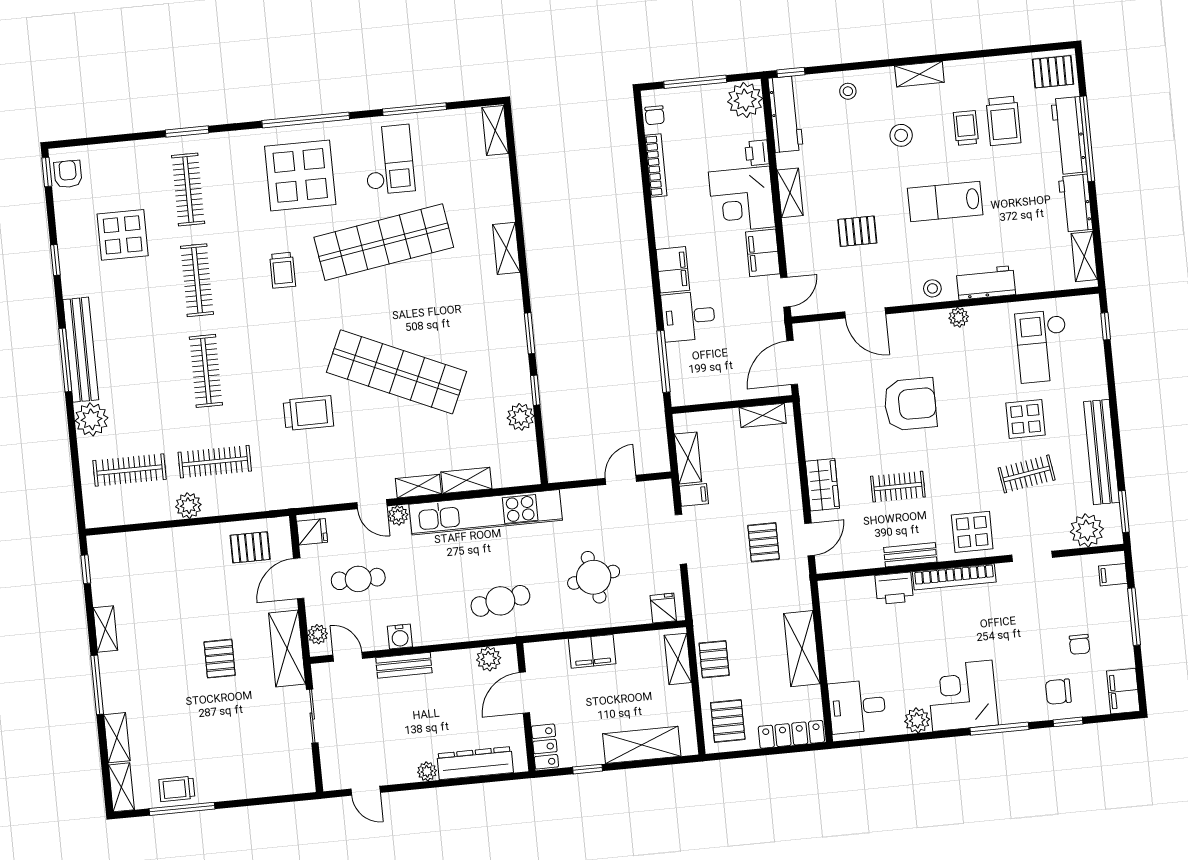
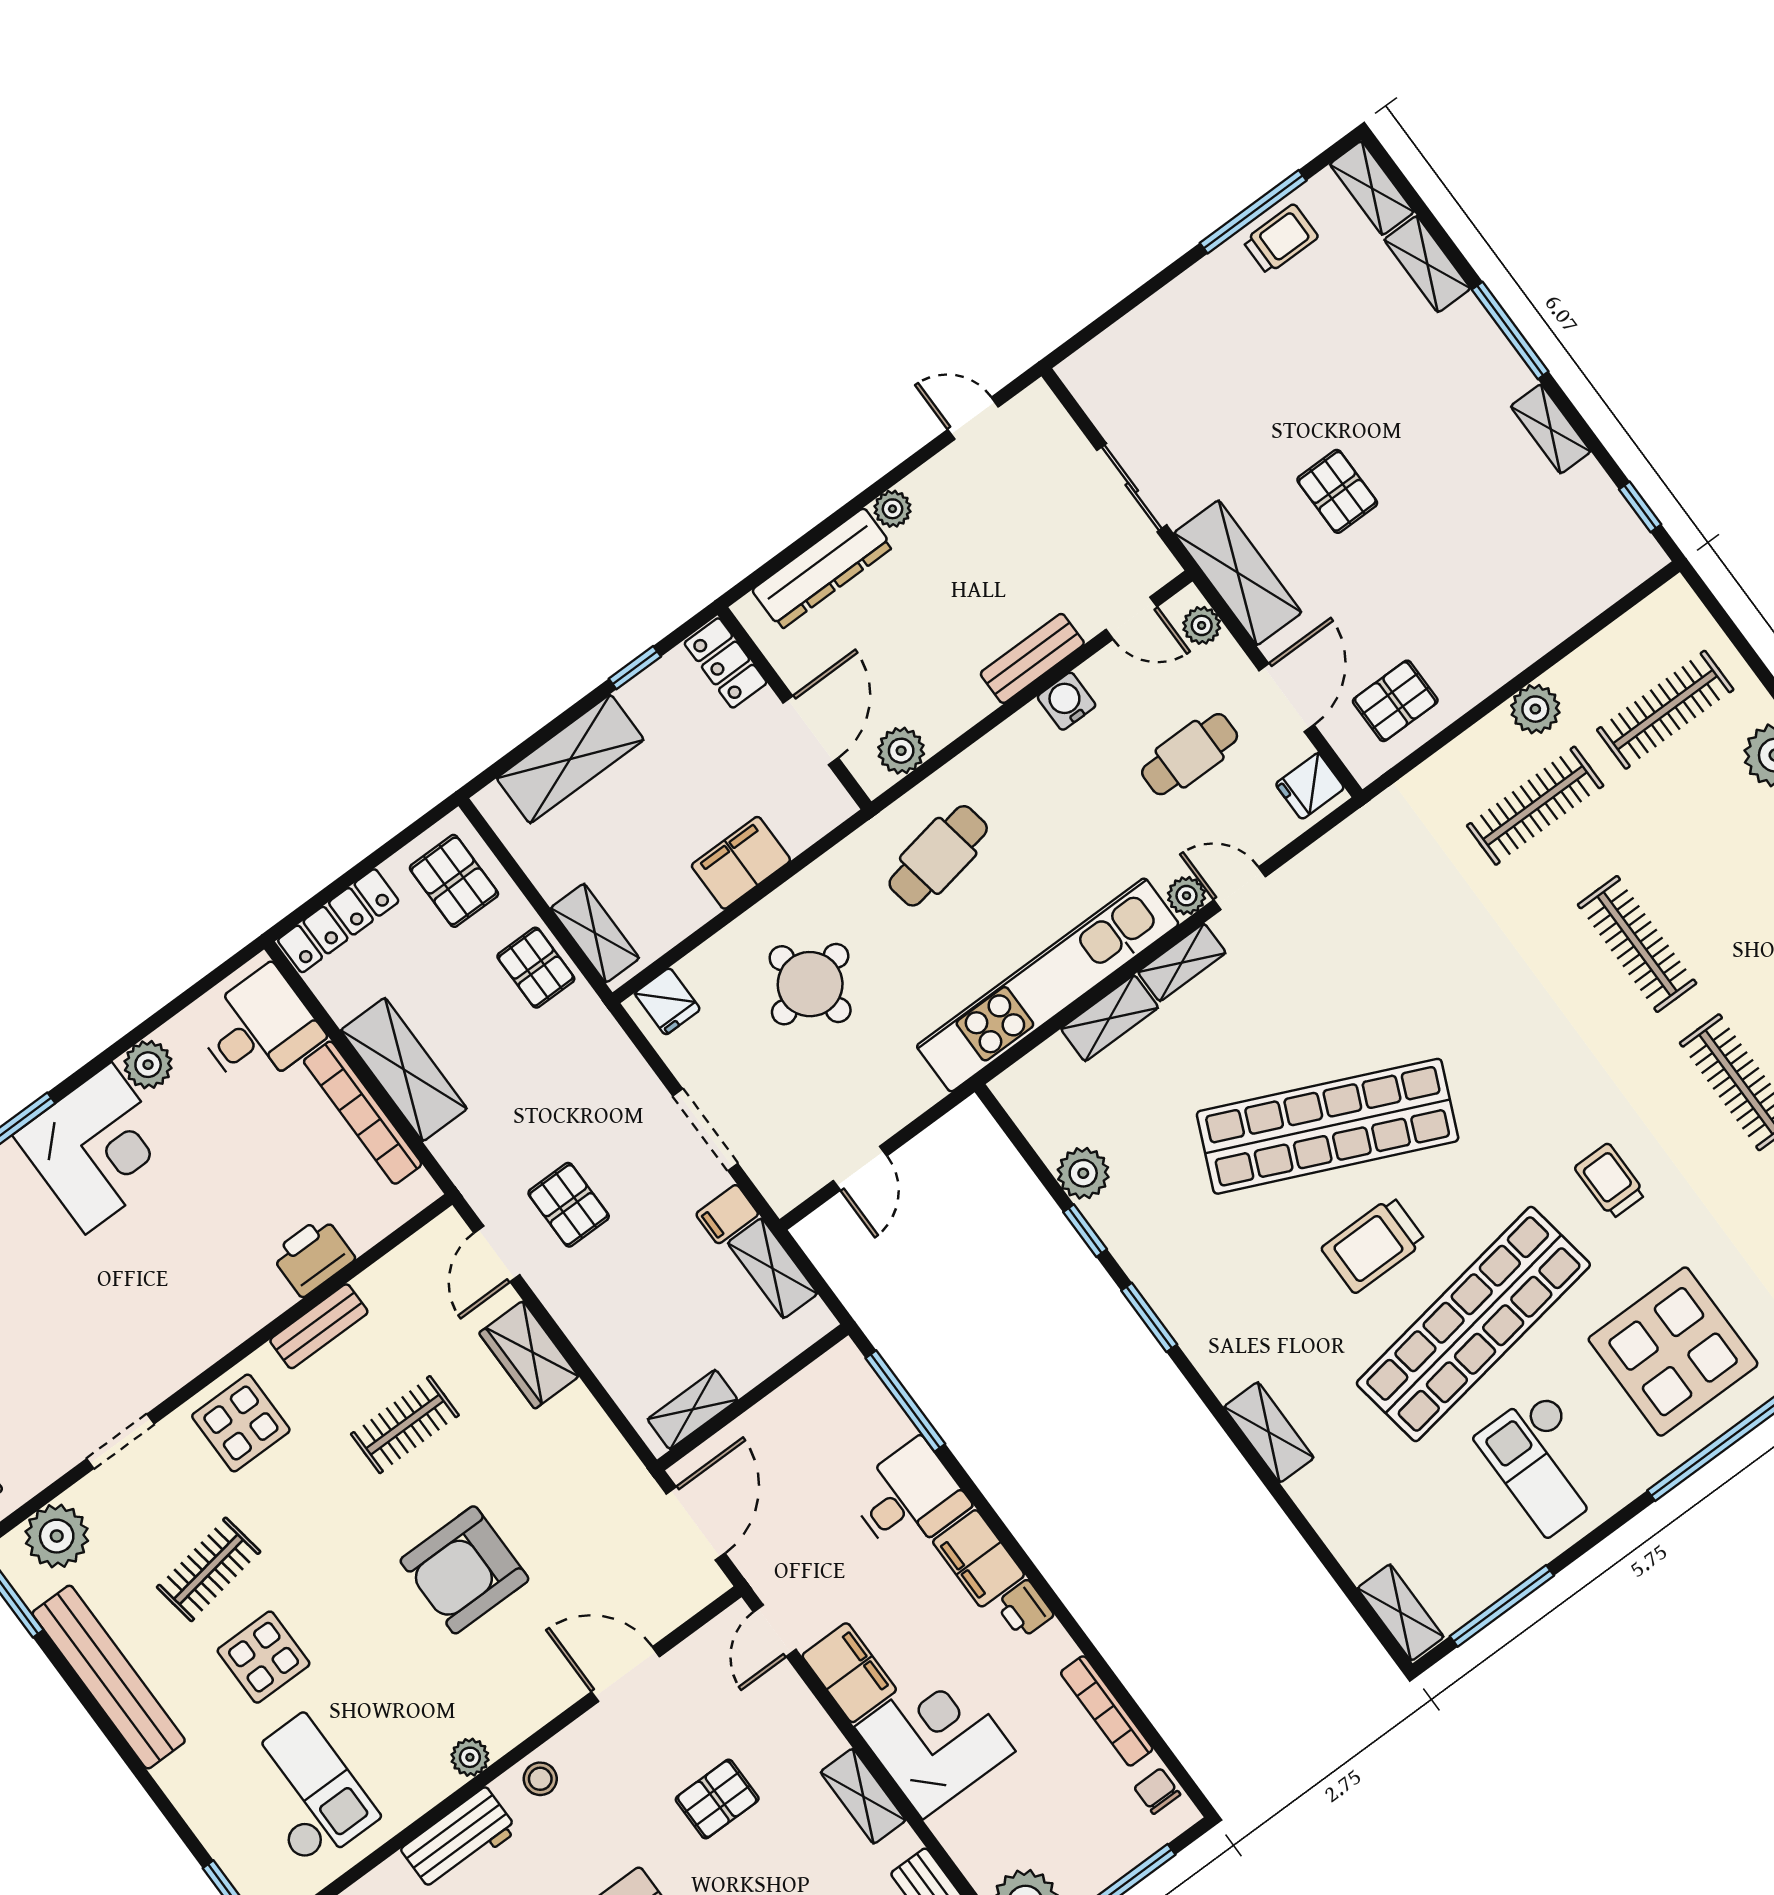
window: (414, 109) -> (1502, 1606), moved
printer: (757, 153) -> (1024, 1609), moved, turned 180
trolley: (308, 413) -> (1373, 1245), moved
bookcase: (954, 577) -> (363, 1113), moved, turned -90

